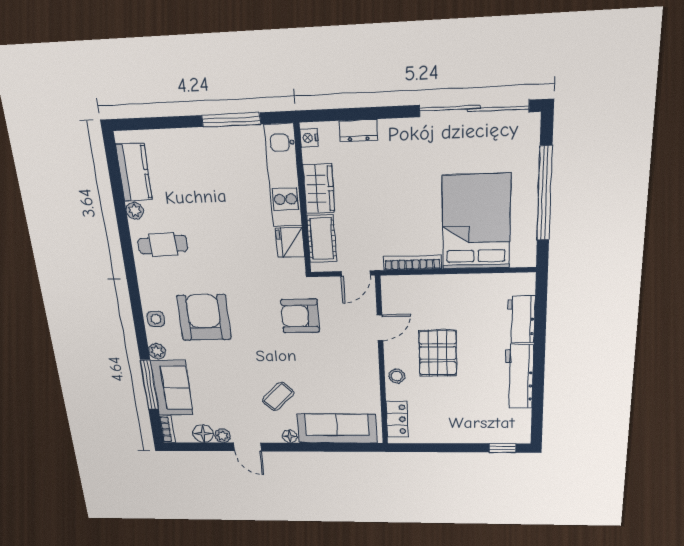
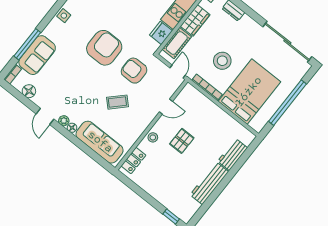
stool: (403, 212) -> (222, 61), added
door: (356, 273) -> (178, 72), swing flipped
armchair: (204, 317) -> (104, 48), moved
plant: (157, 351) -> (48, 31), removed
pallet: (438, 353) -> (182, 141), width x0.67, depth x0.71
coffee table: (278, 396) -> (117, 102), moved
plant: (223, 436) -> (64, 121), moved

